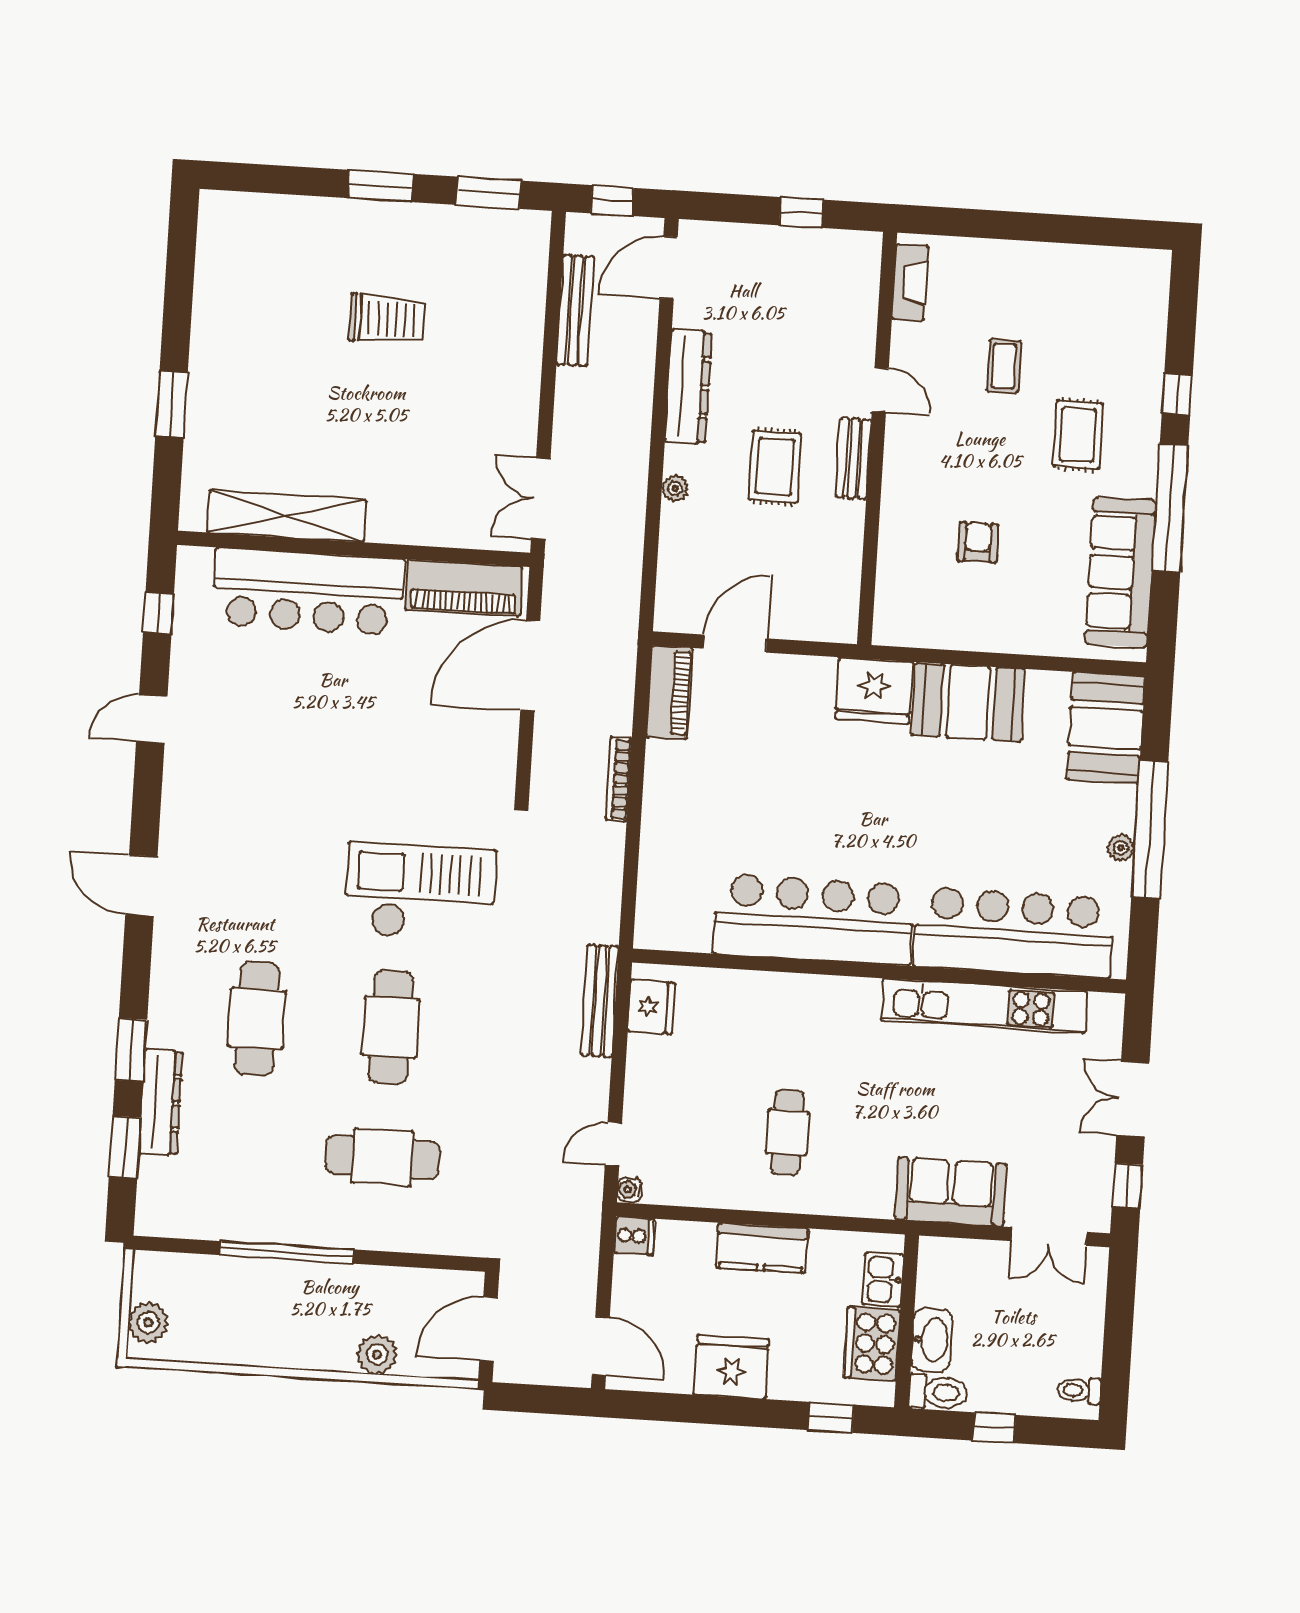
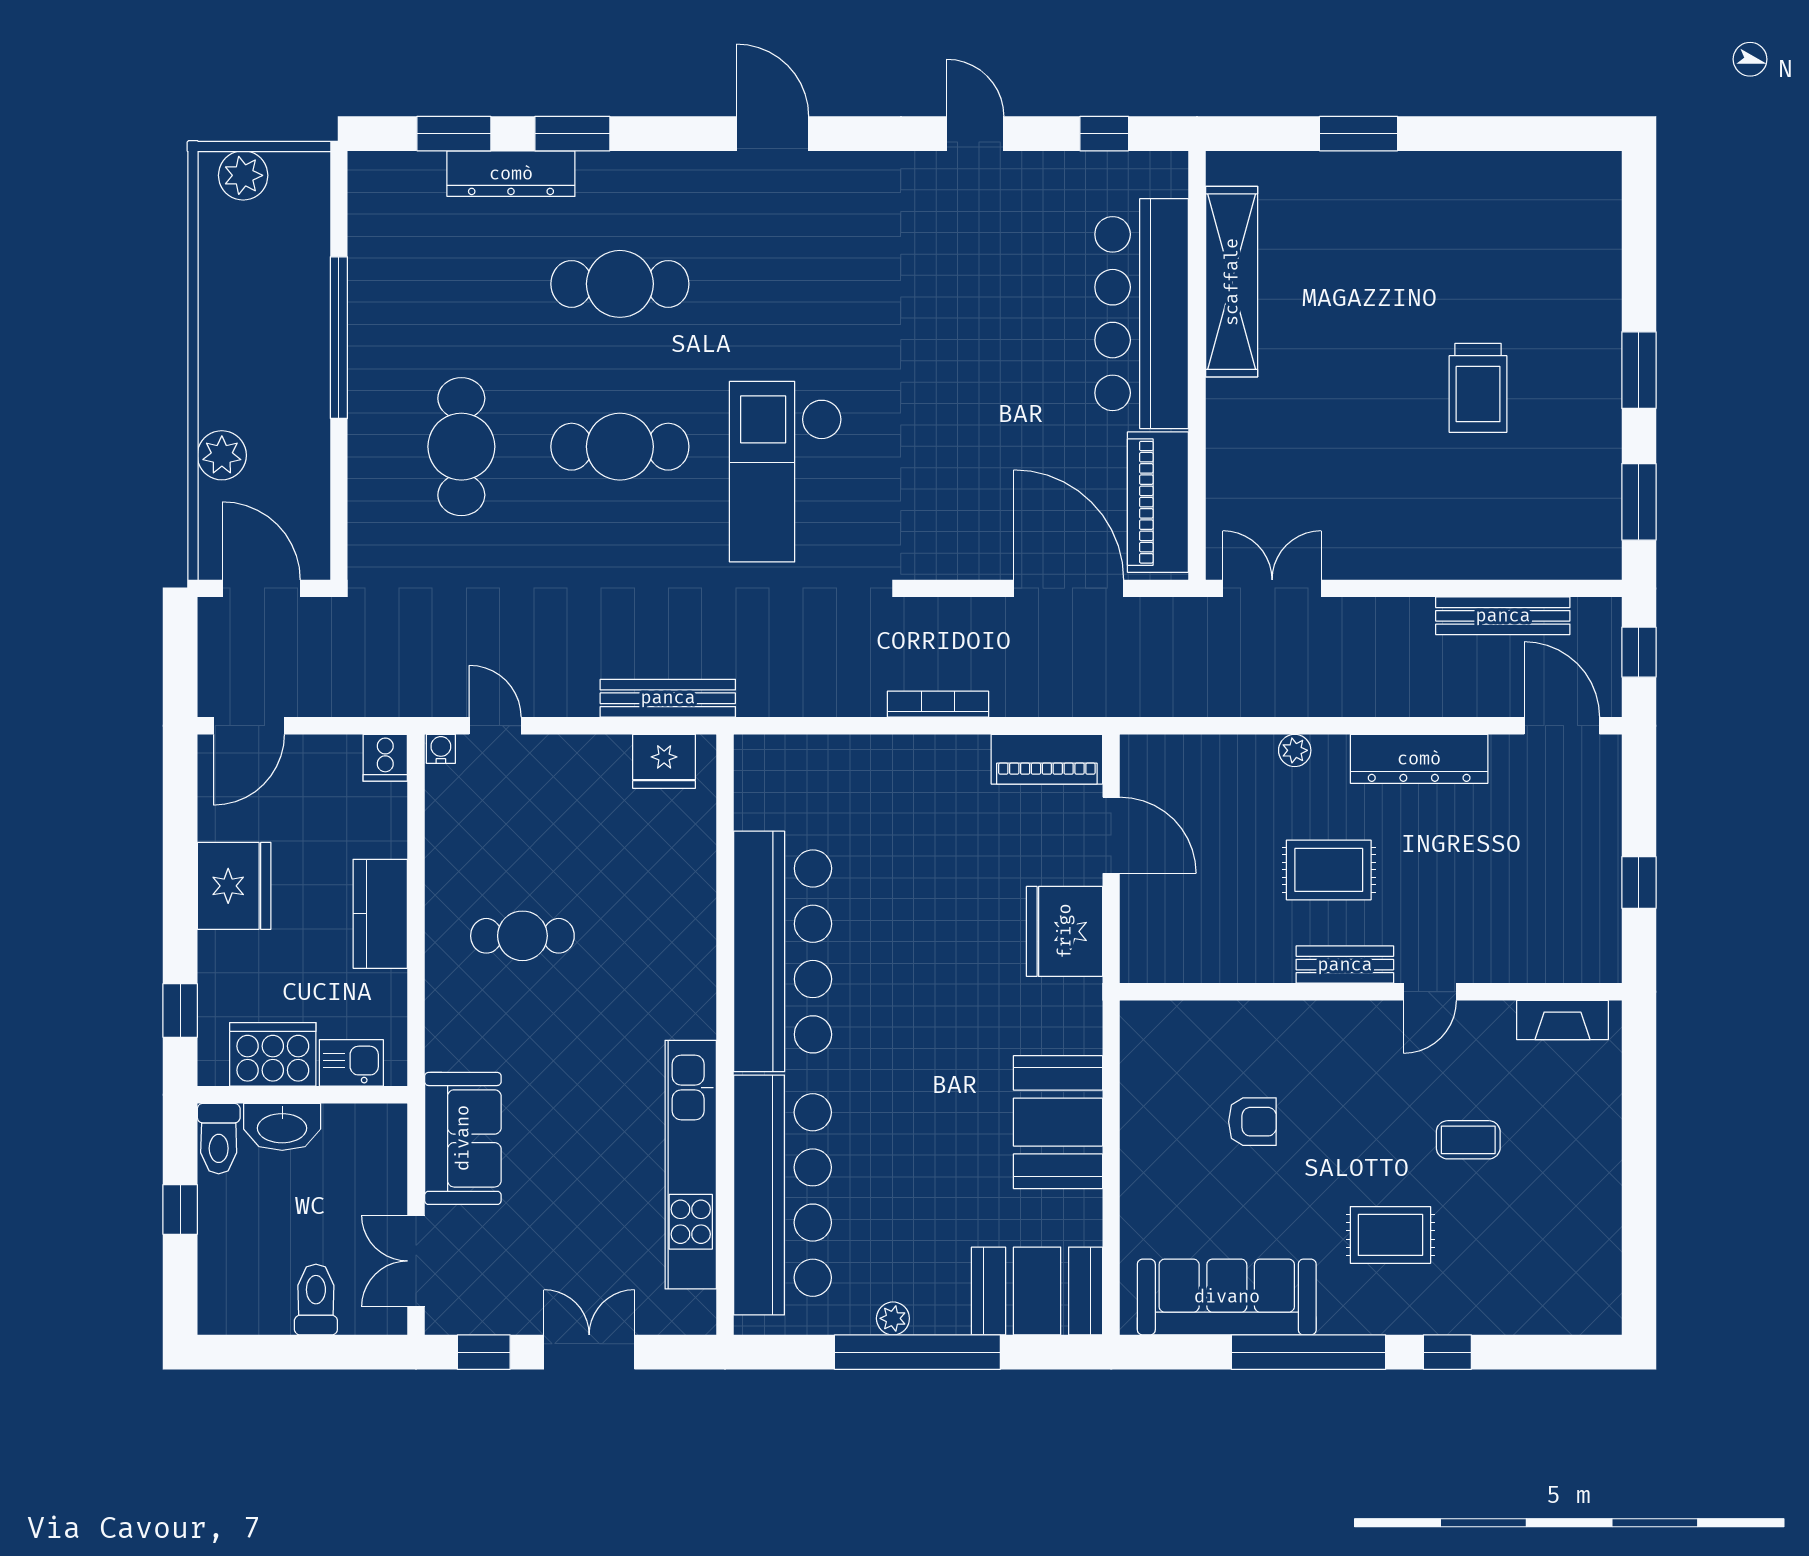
fridge: (874, 691) -> (1065, 931), moved
door: (141, 885) -> (773, 134), hinge flipped
checkout: (420, 892) -> (786, 472), turned 180
toilet: (1079, 1391) -> (316, 1300), moved, width x1.37, depth x1.39

